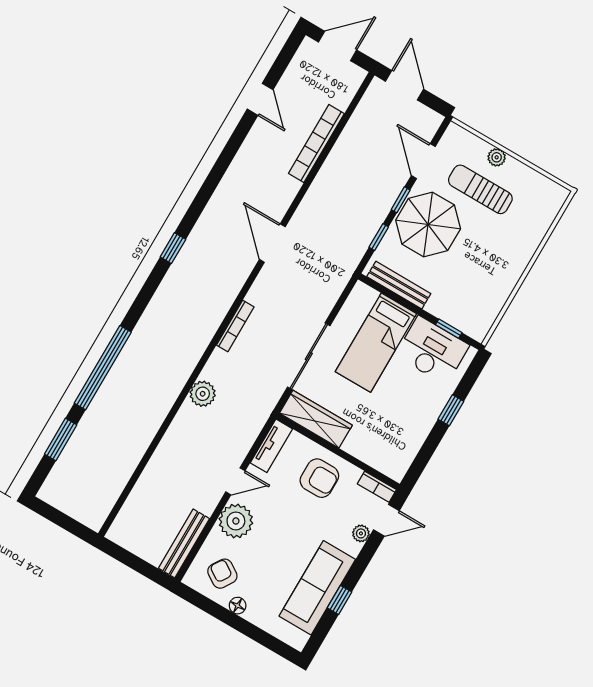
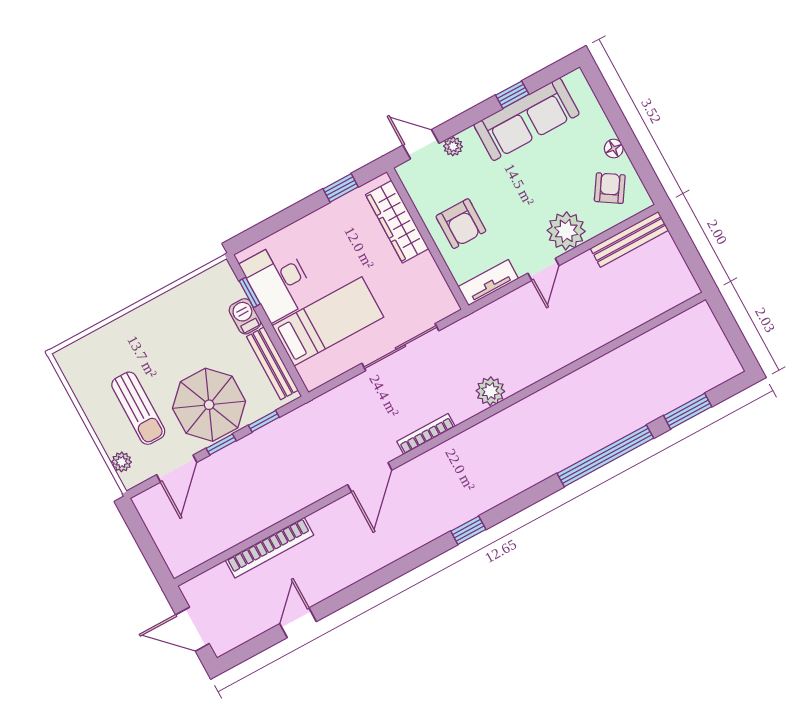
door: (405, 85) -> (151, 552), removed
plant: (497, 157) -> (122, 462), moved
barbecue: (441, 308) -> (245, 316), added
bookcase: (235, 326) -> (426, 434), moved
plant: (203, 394) -> (490, 391), moved
window: (451, 410) -> (341, 188), moved
wardrobe: (316, 419) -> (397, 222), moved
armchair: (319, 478) -> (461, 224), turned 180
door: (235, 481) -> (544, 269), swing flipped
bookcase: (377, 487) -> (411, 182), removed
armchair: (222, 574) -> (610, 188), turned 180

